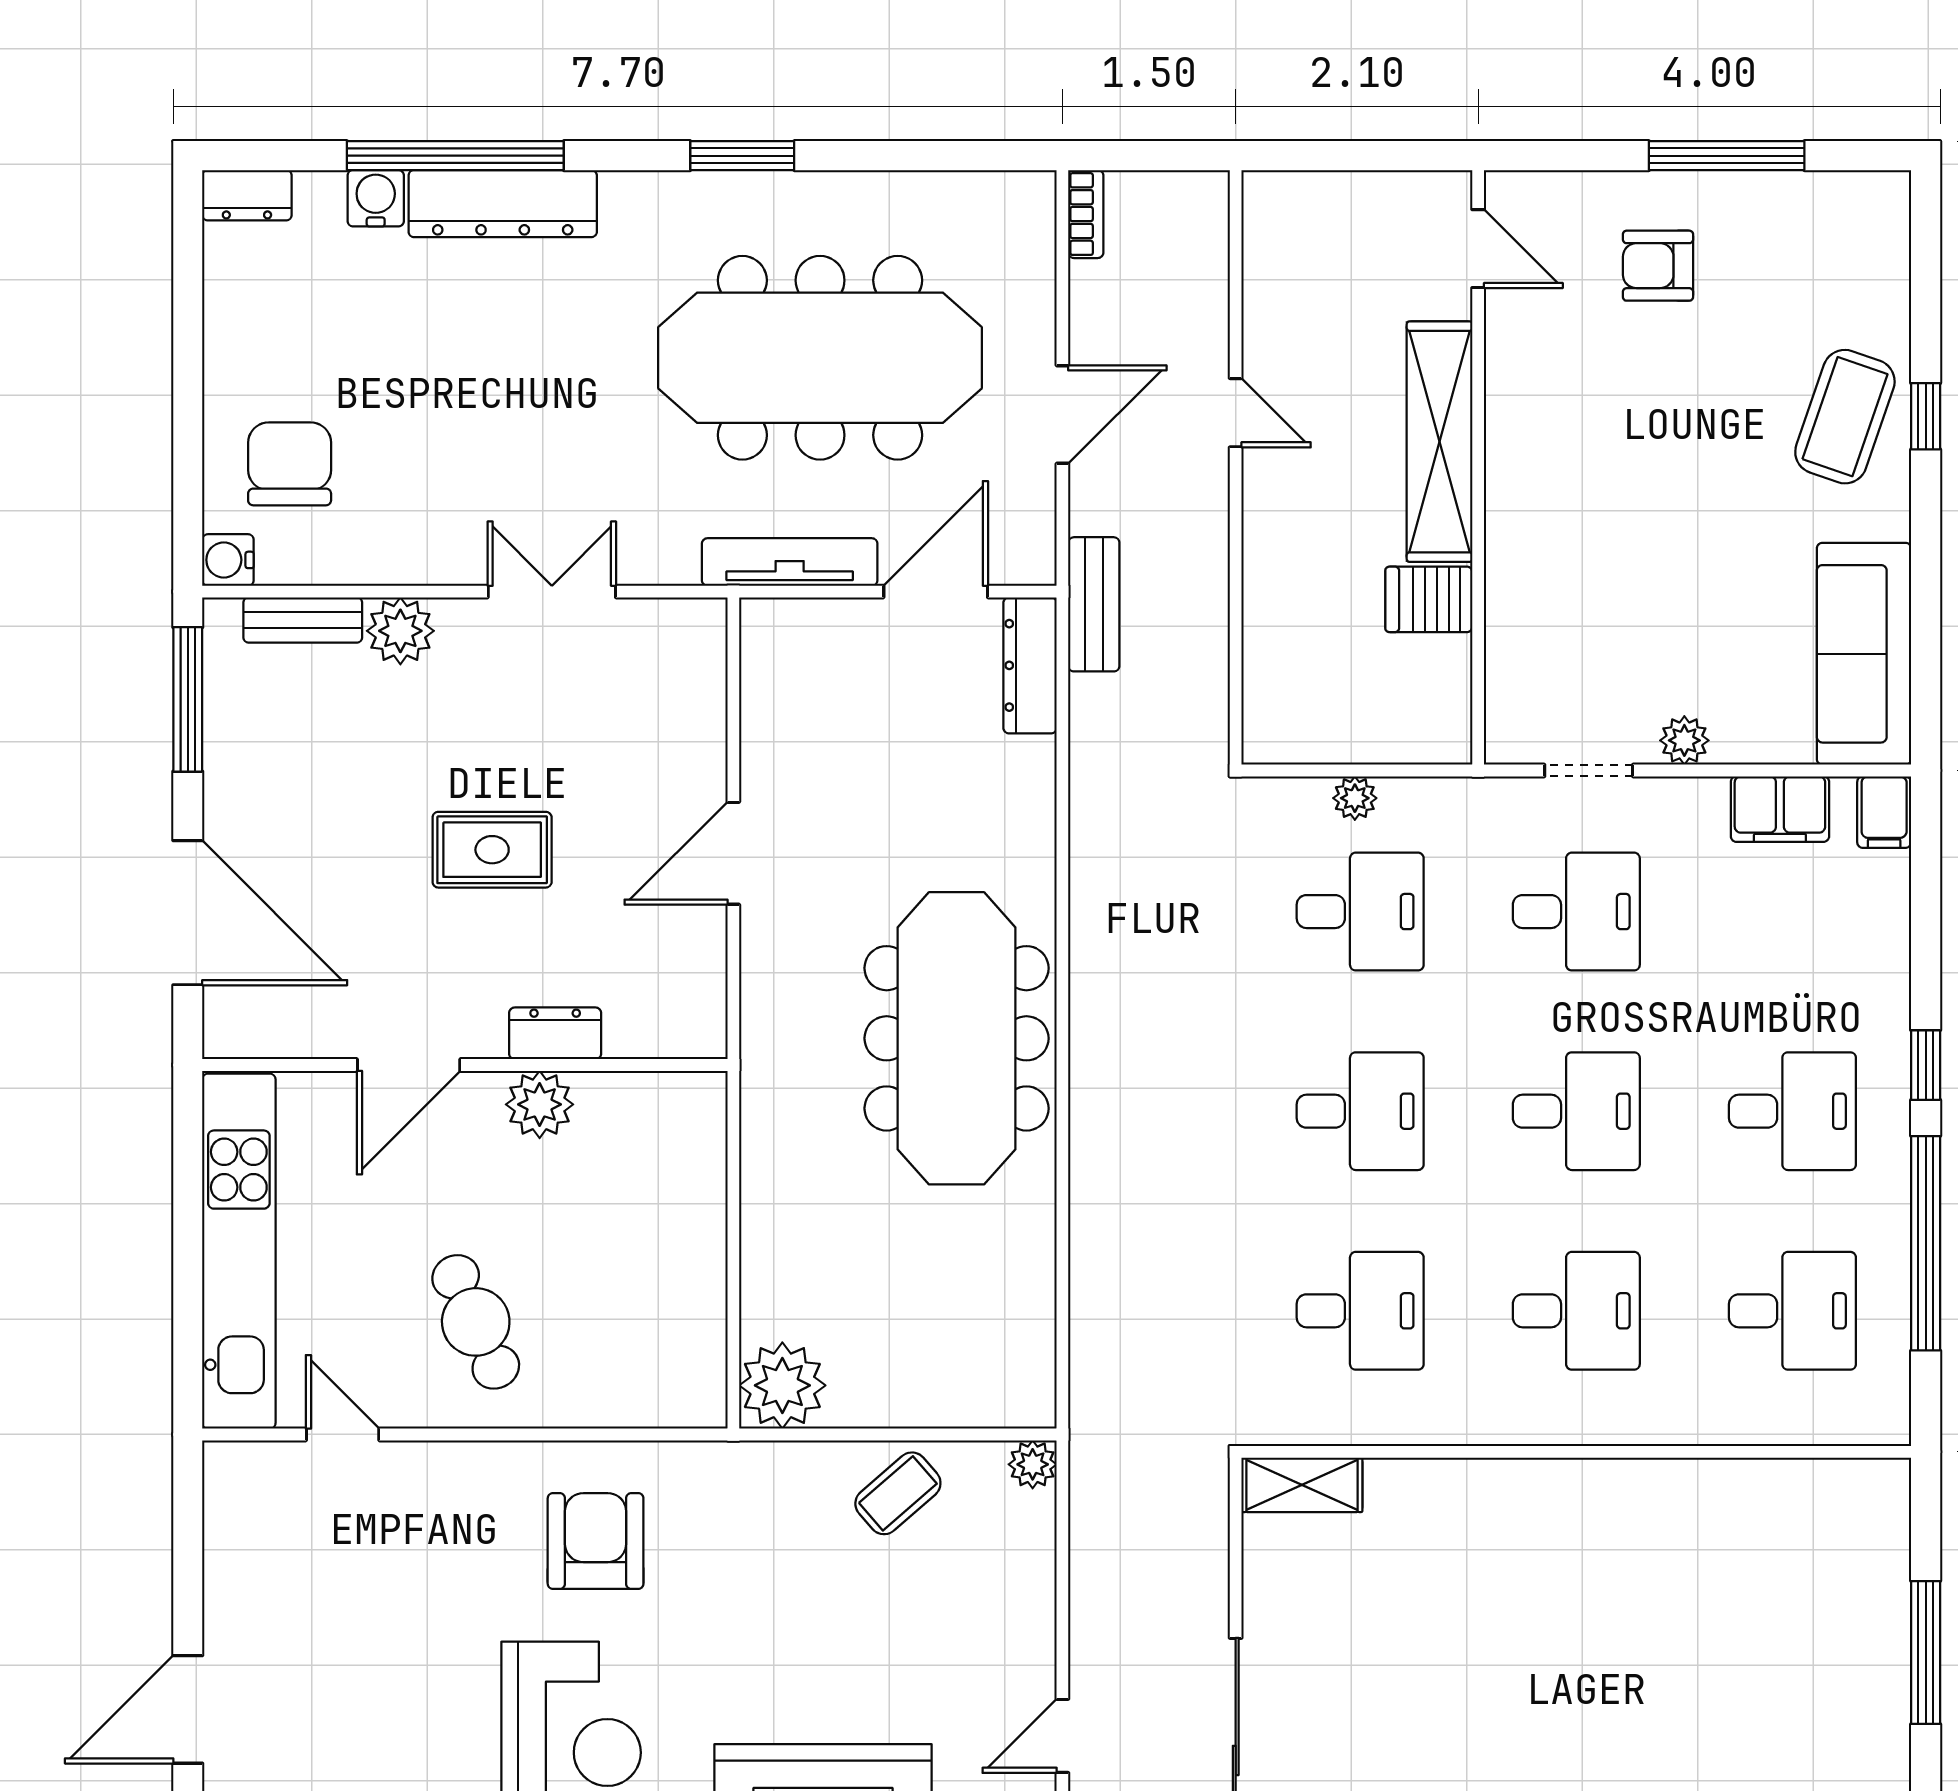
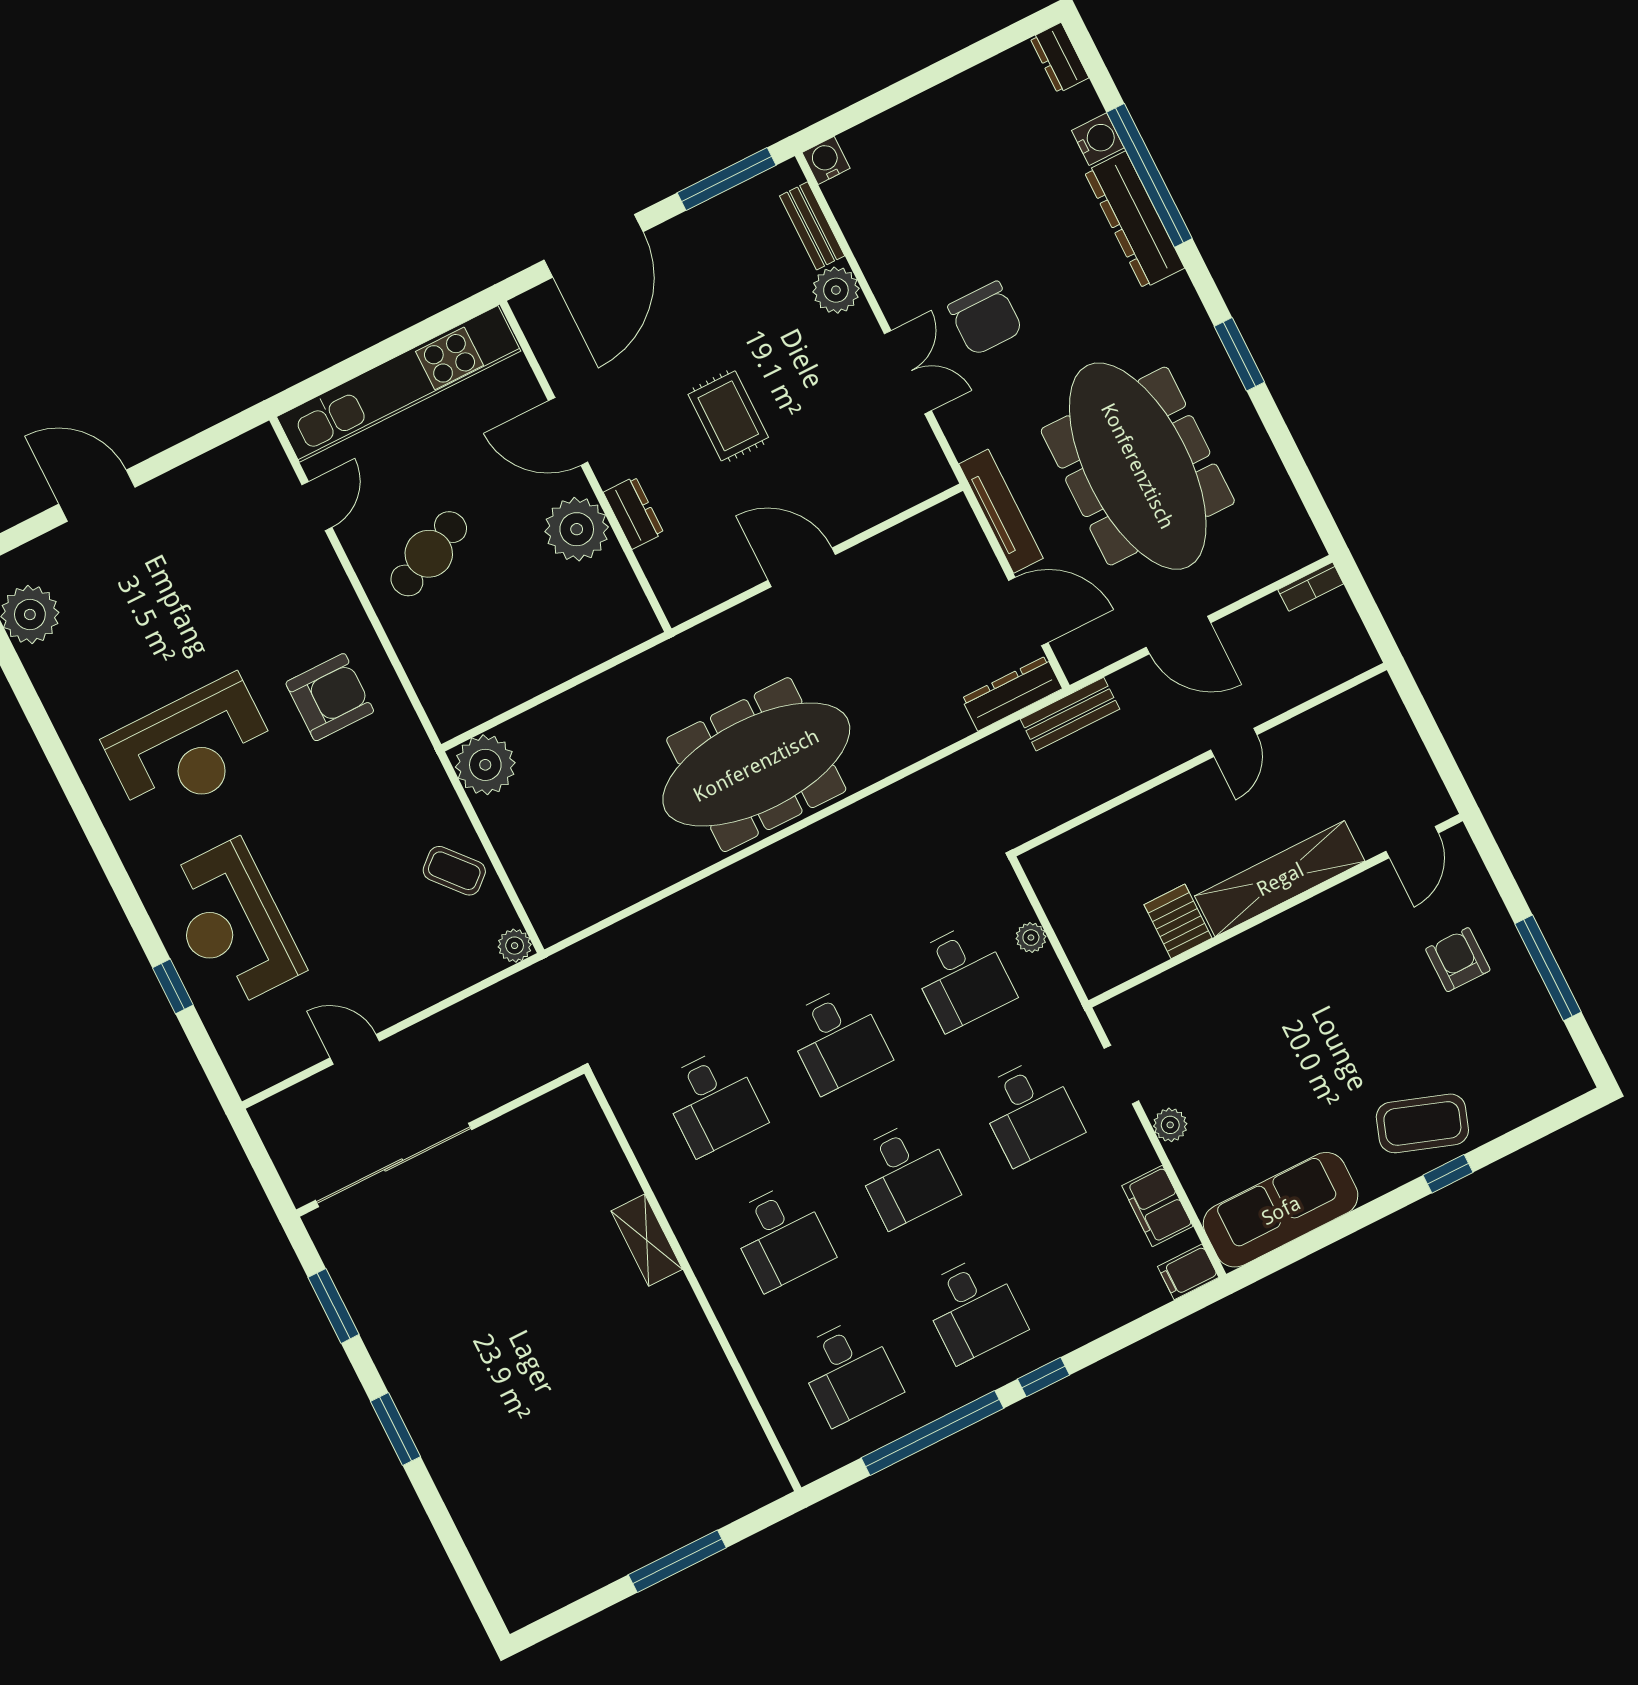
chair: (290, 464) -> (985, 318), moved, turned 90
plant: (540, 1104) -> (577, 529), width x1.36, depth x1.36
shelving: (1302, 1485) -> (647, 1240), moved

